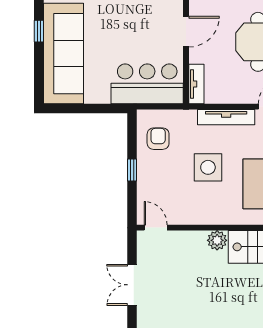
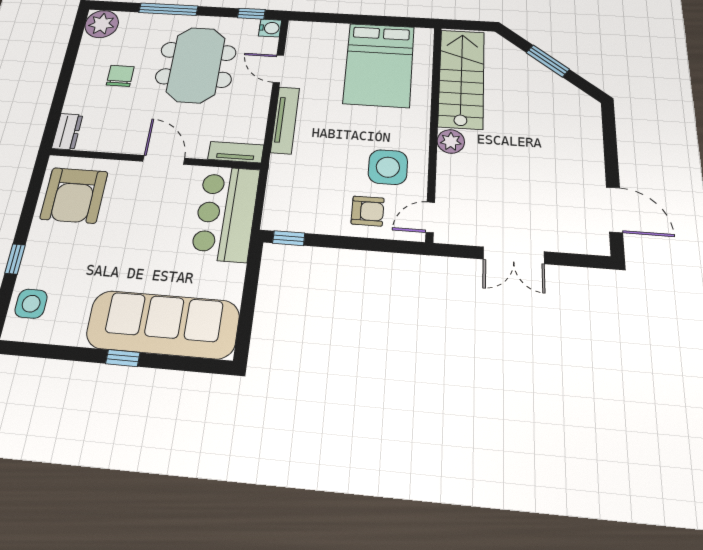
armchair: (158, 139) -> (368, 211), moved, turned 180
side table: (208, 167) -> (388, 167), moved
window: (132, 170) -> (289, 238), moved

